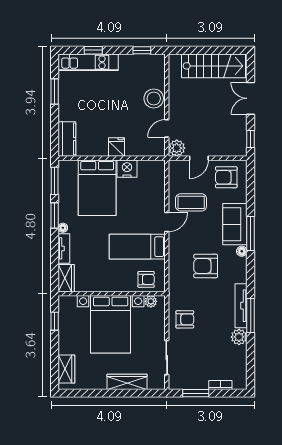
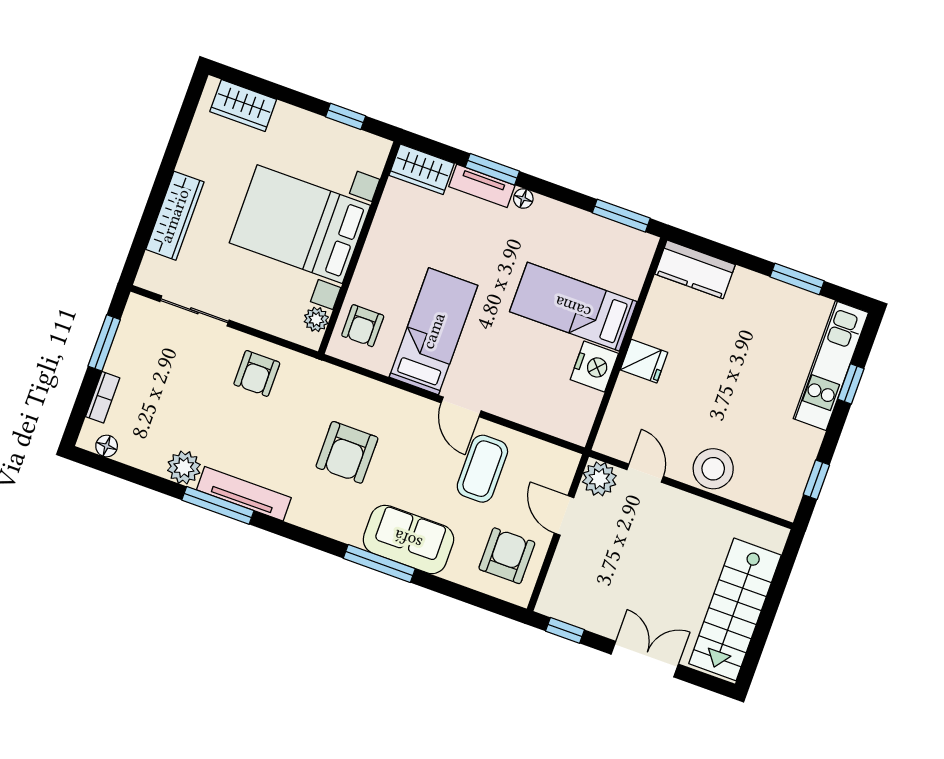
bed: (97, 188) -> (573, 307), width x0.67
window: (55, 215) -> (492, 169), moved
floor lamp: (242, 251) -> (107, 446), moved
armchair: (206, 266) -> (347, 452), turned 180

